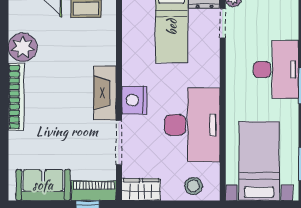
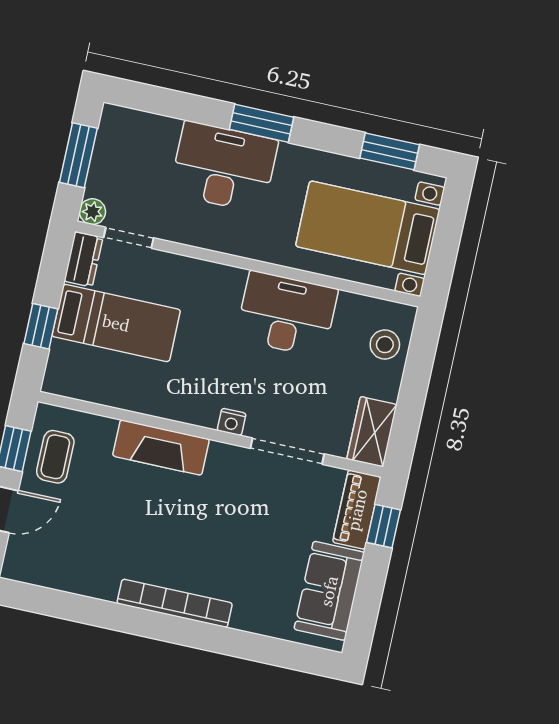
plant: (23, 47) -> (96, 574), removed
fireplace: (105, 93) -> (161, 448), moved
nightstand: (134, 100) -> (232, 422), width x0.53, depth x0.56
desk: (192, 125) -> (287, 314), width x0.73, depth x0.77

